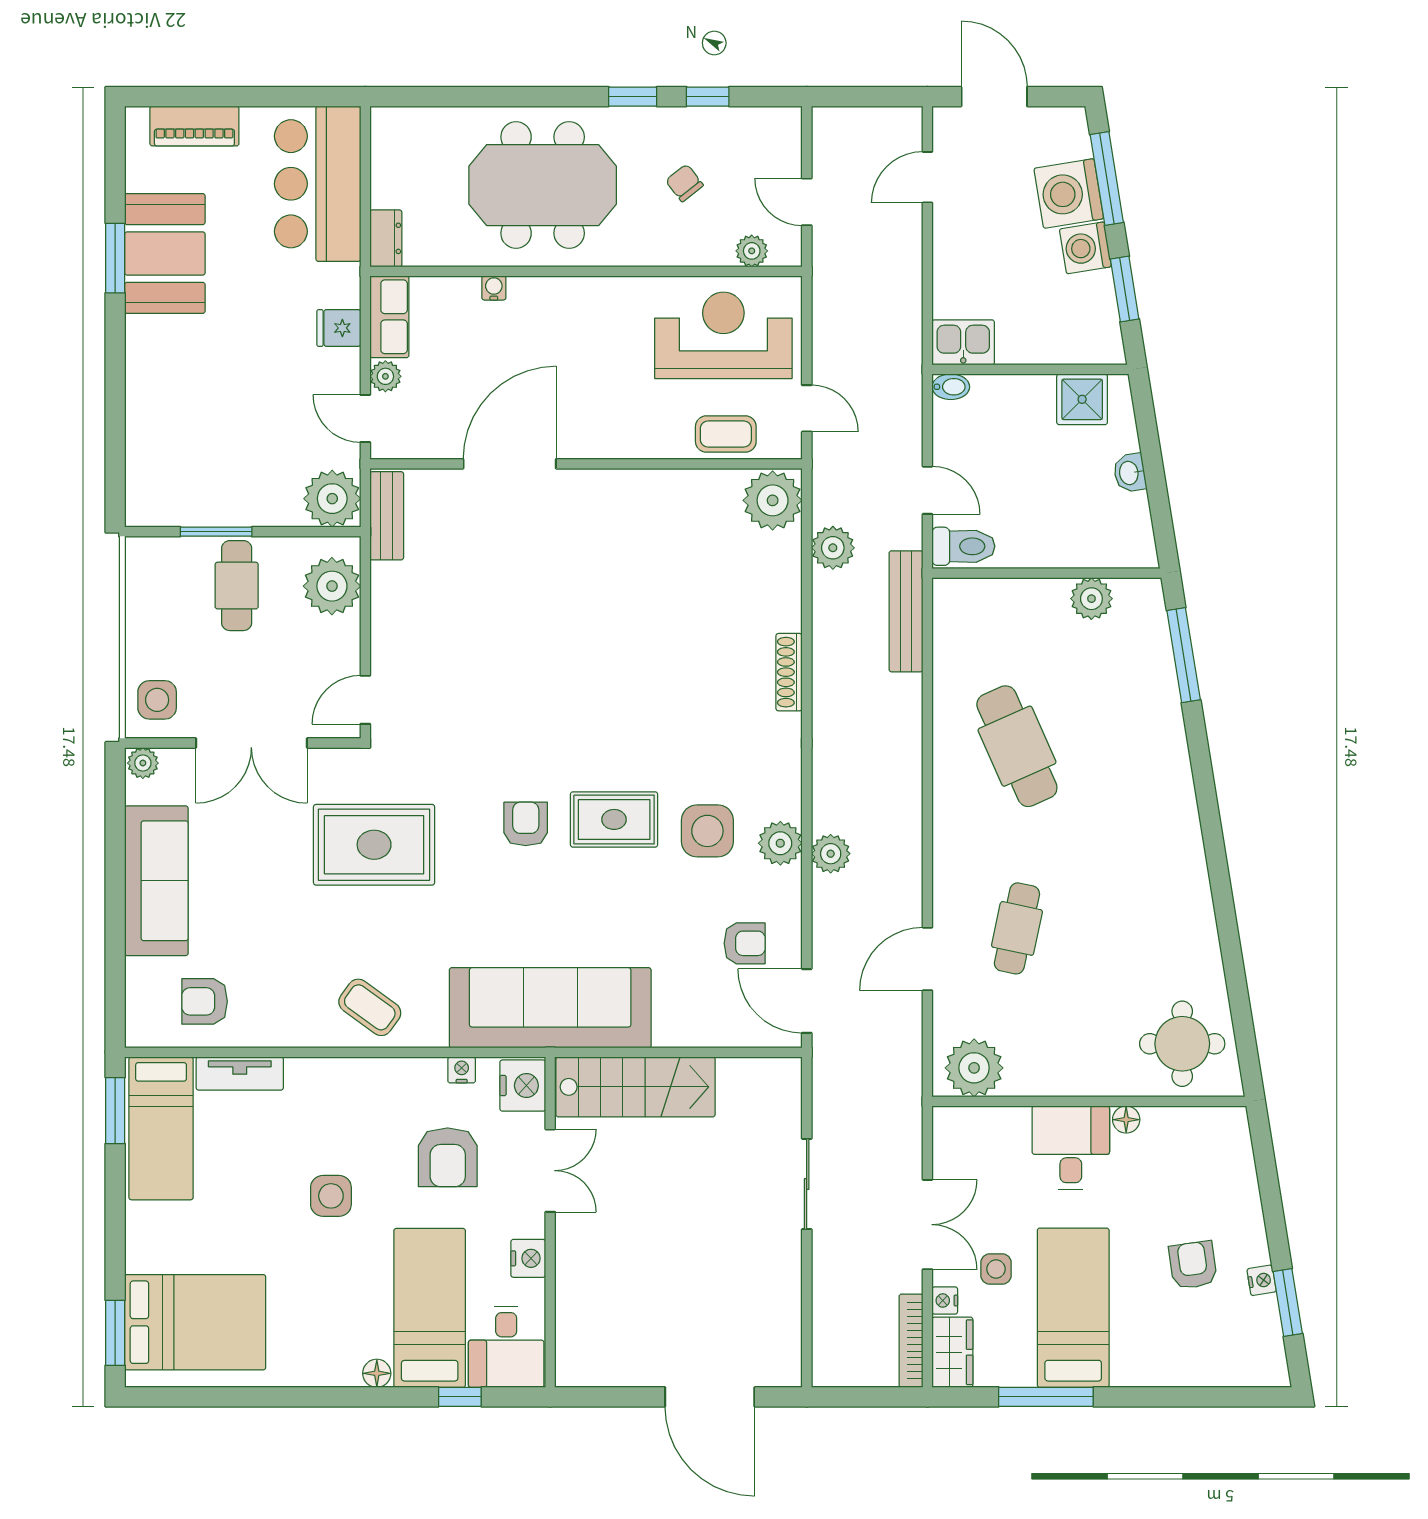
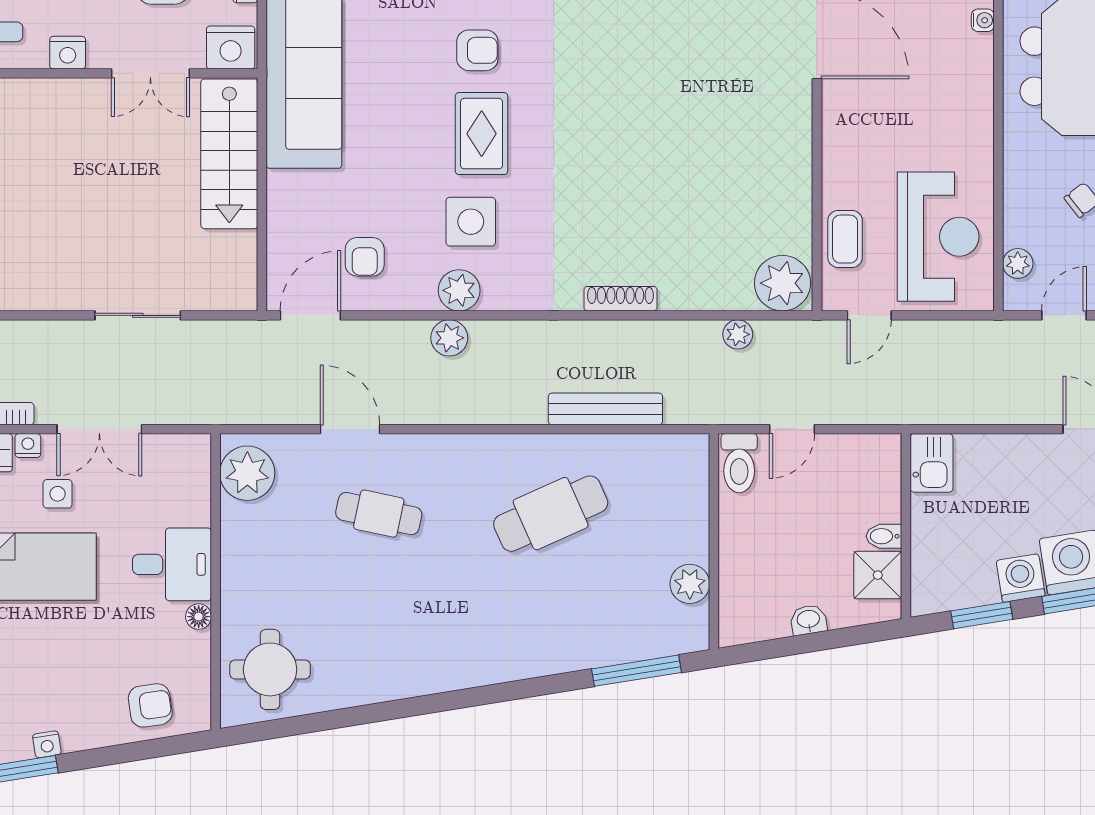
bidet: (951, 387) -> (884, 536), moved, turned 90
plant: (833, 548) -> (738, 334), width x0.73, depth x0.73
bench: (906, 611) -> (605, 409), moved
armchair: (1193, 1265) -> (150, 705), moved

